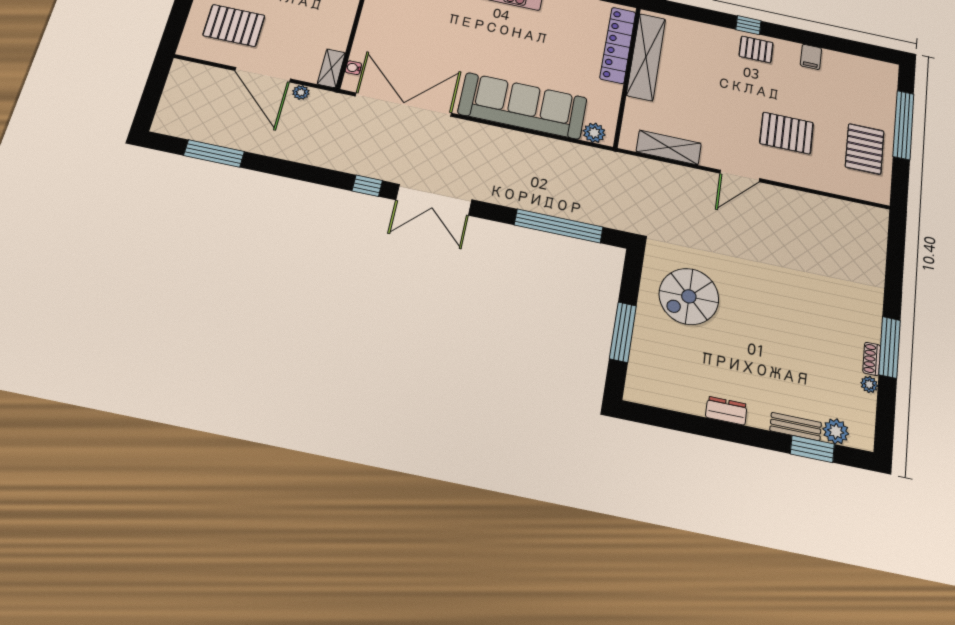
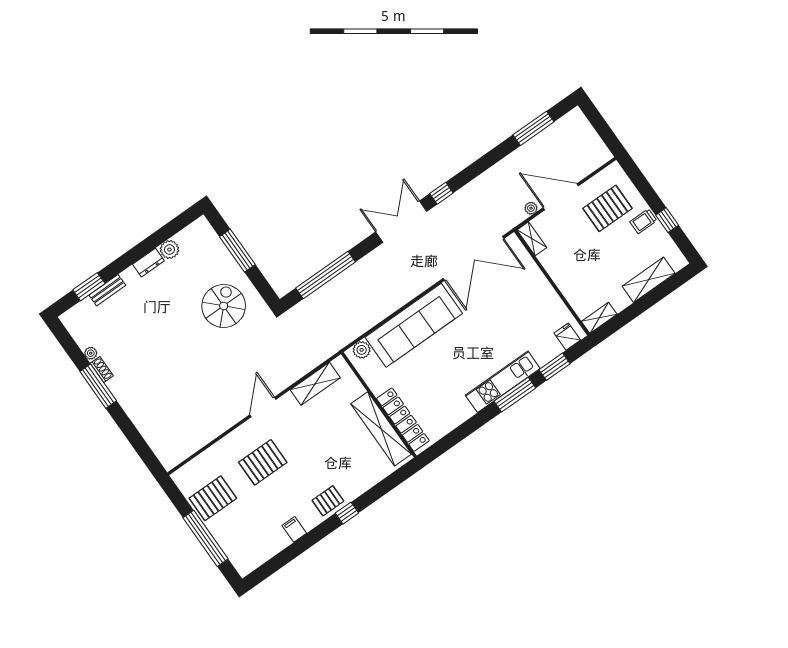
water cooler: (353, 68) -> (521, 252), removed
pallet: (865, 149) -> (213, 498), turned 90
plant: (836, 431) -> (169, 250), moved

